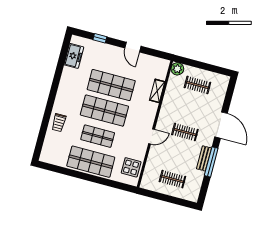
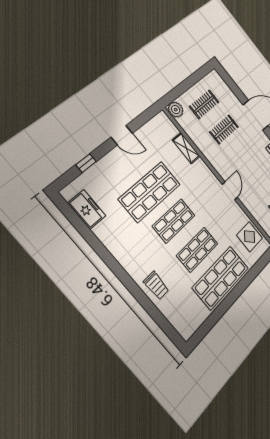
shop shelf: (104, 111) -> (174, 221), width x0.70, depth x0.74
clothes rail: (185, 132) -> (224, 129), moved

